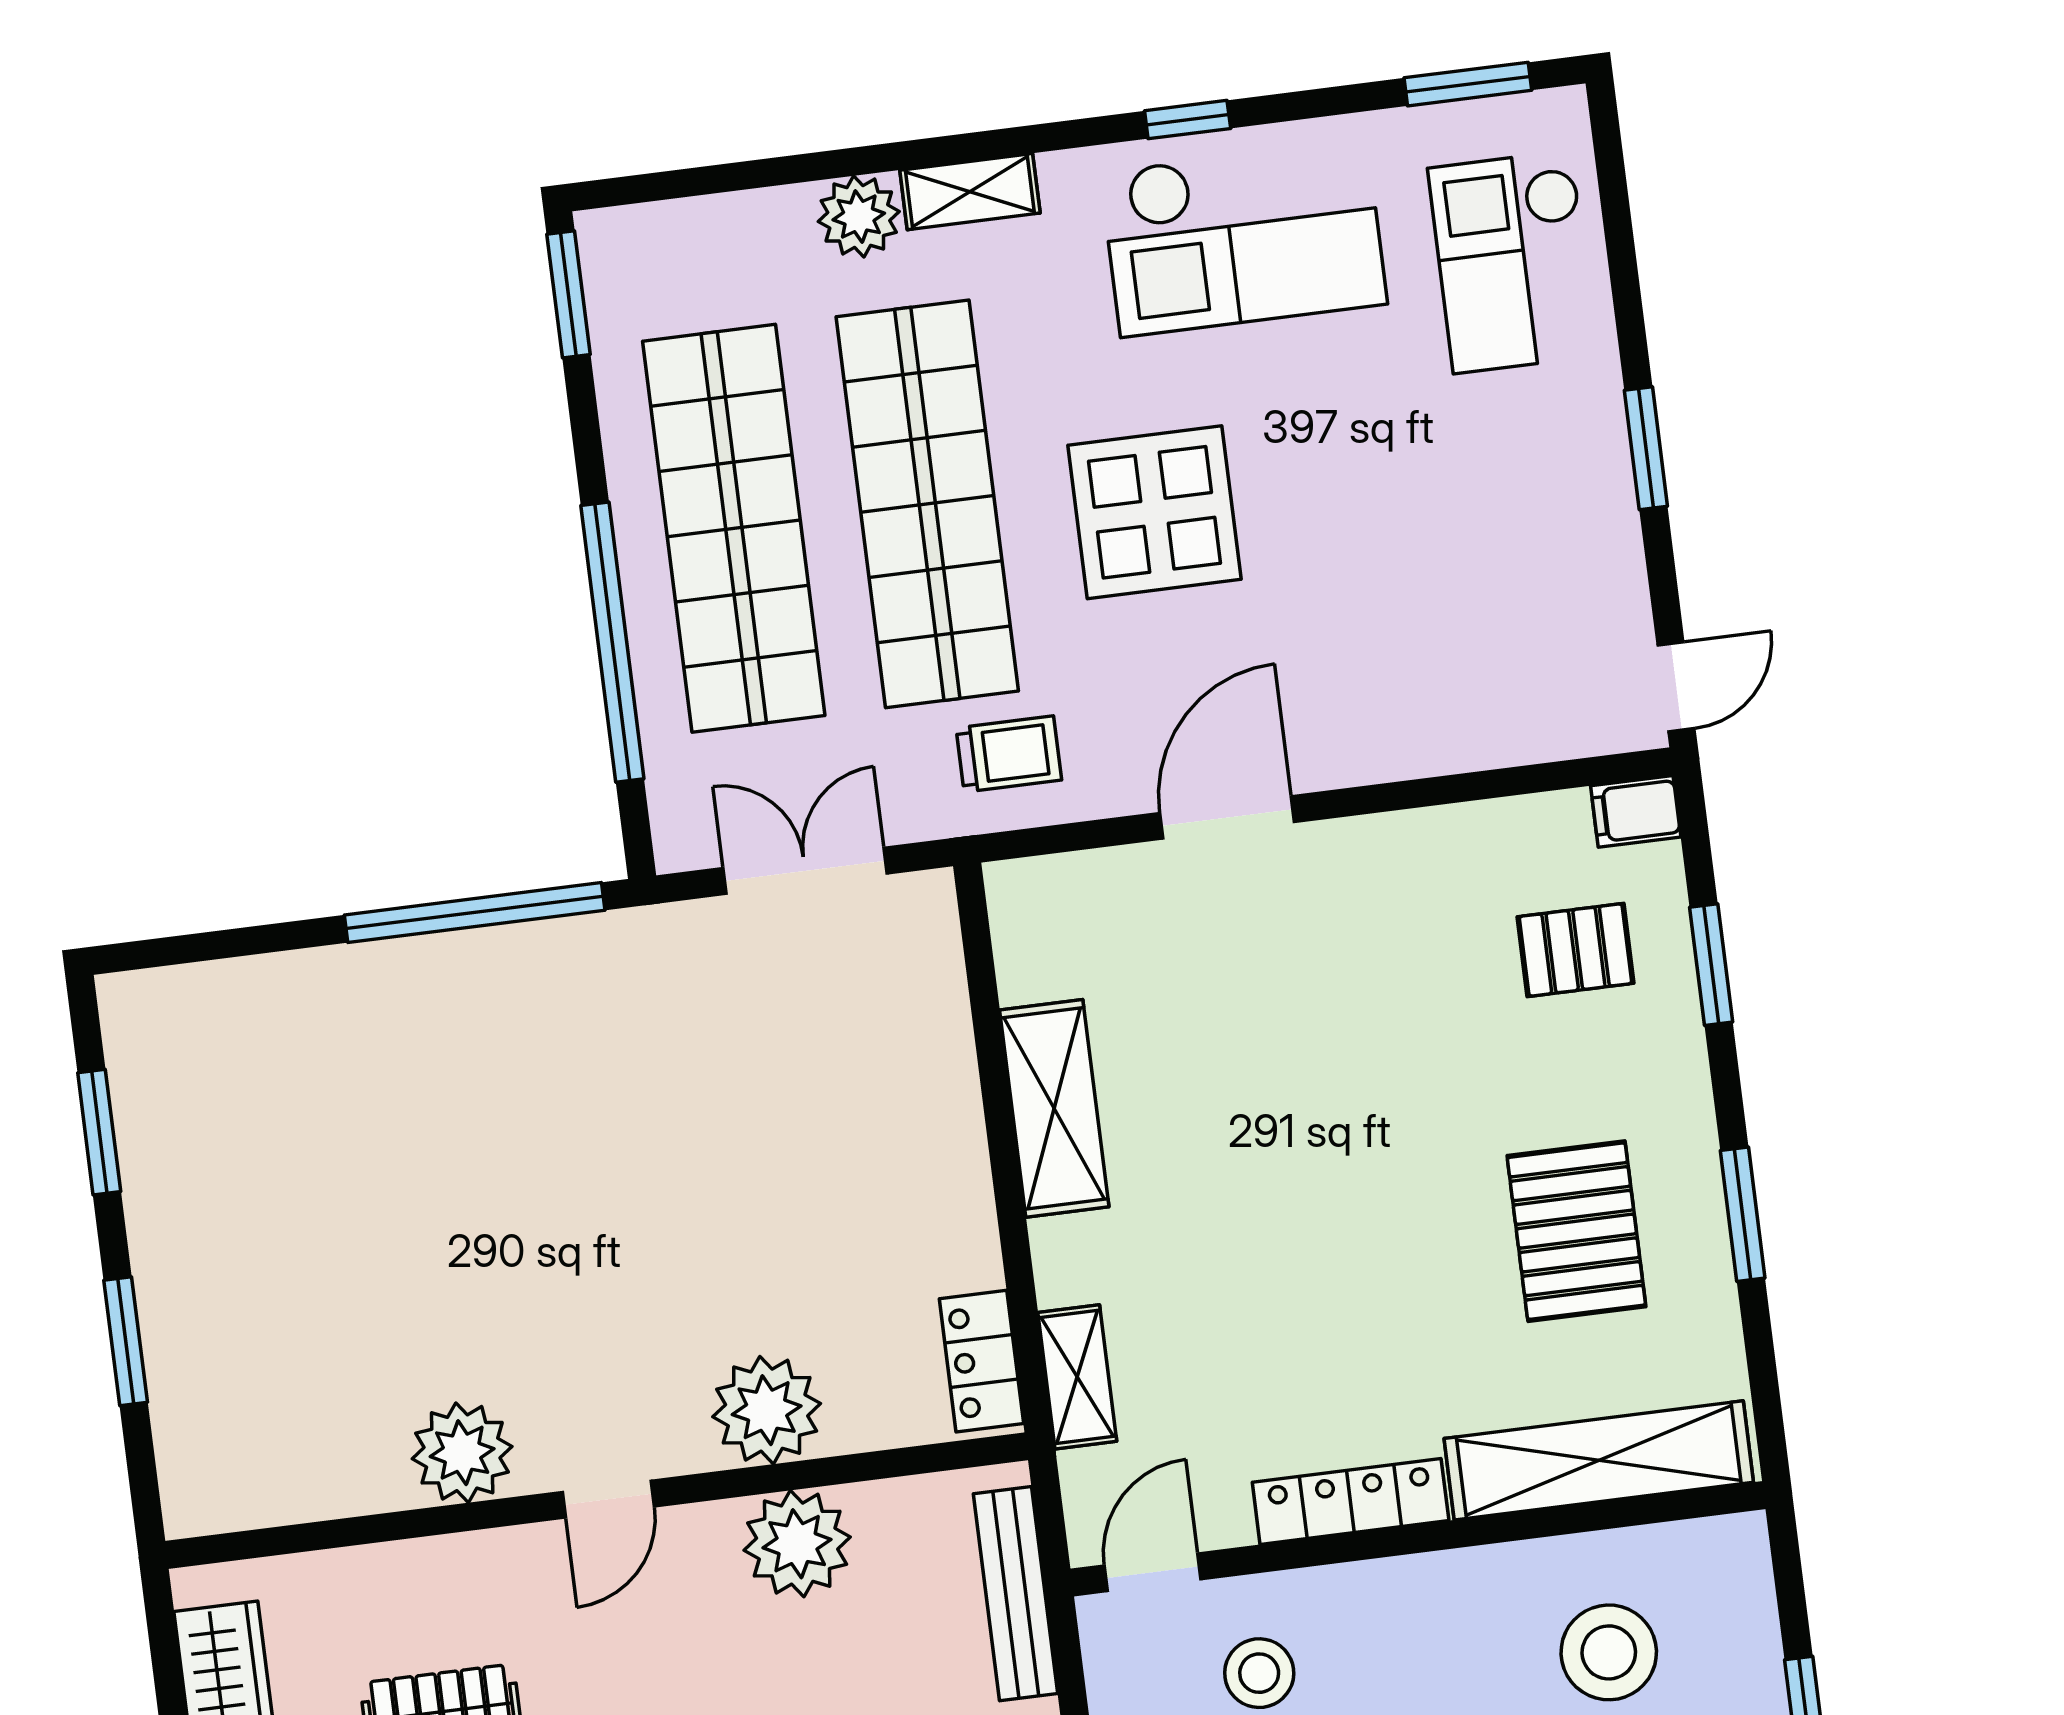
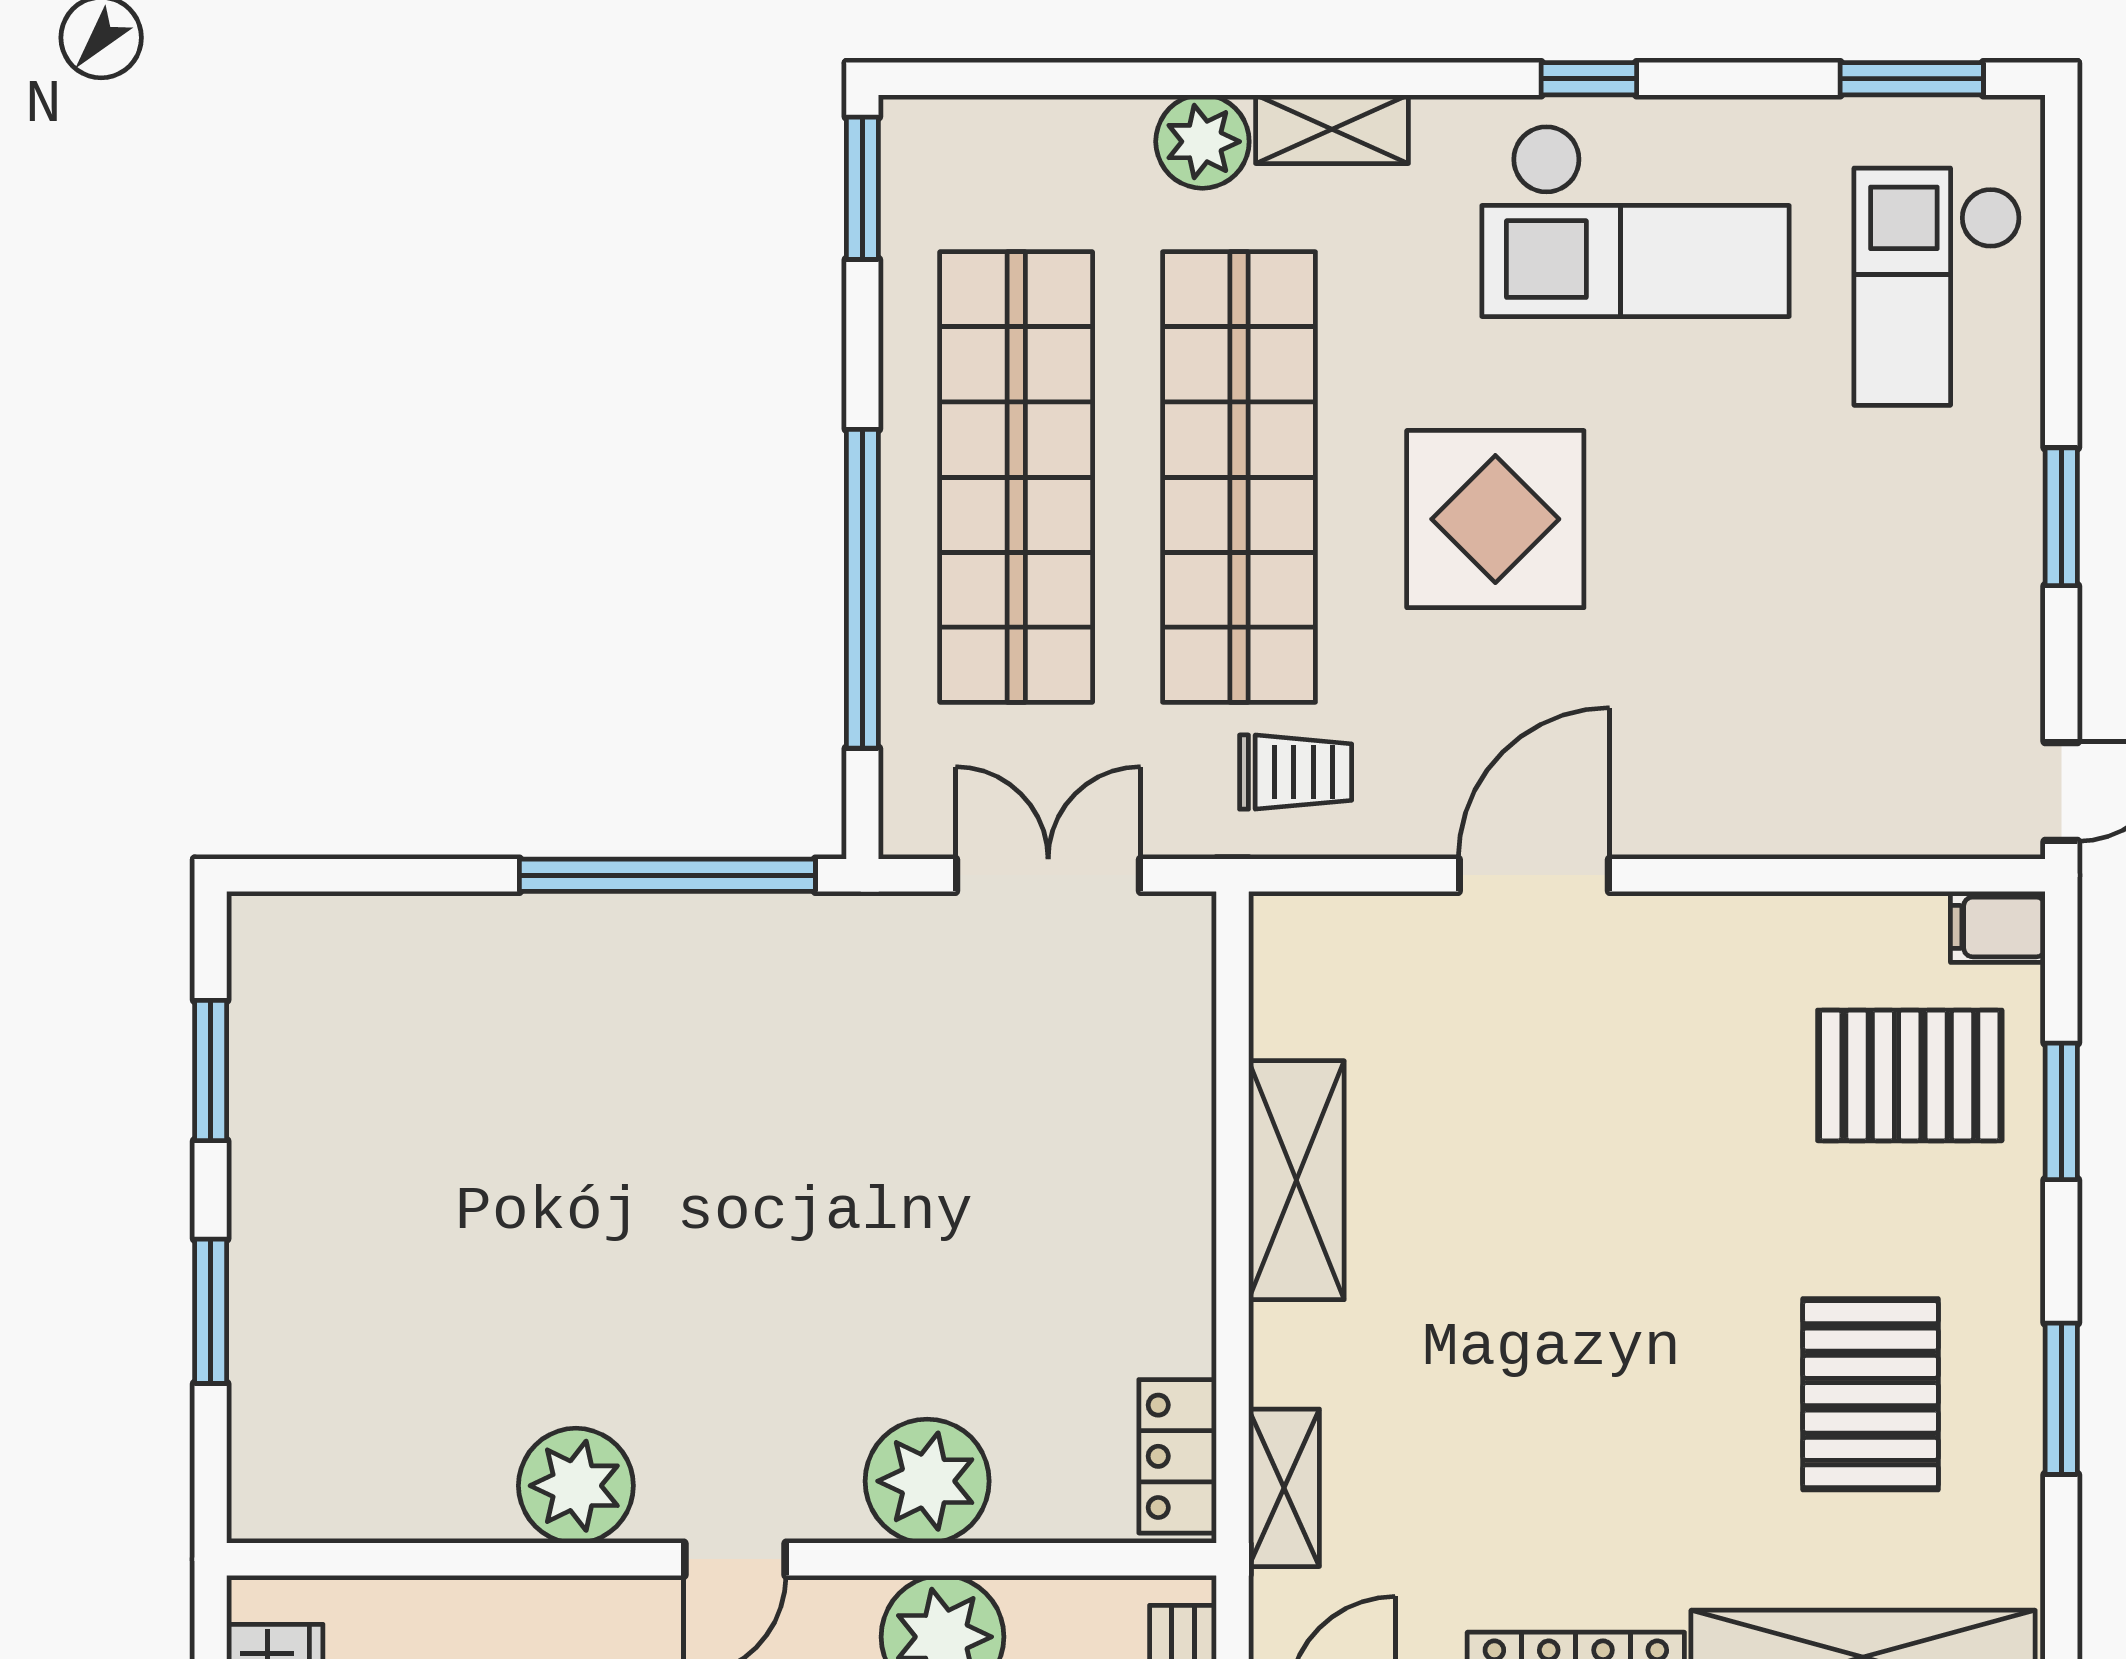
pallet: (1576, 950) -> (1910, 1075), width x1.50, depth x1.42

